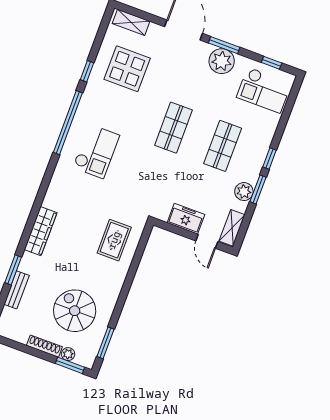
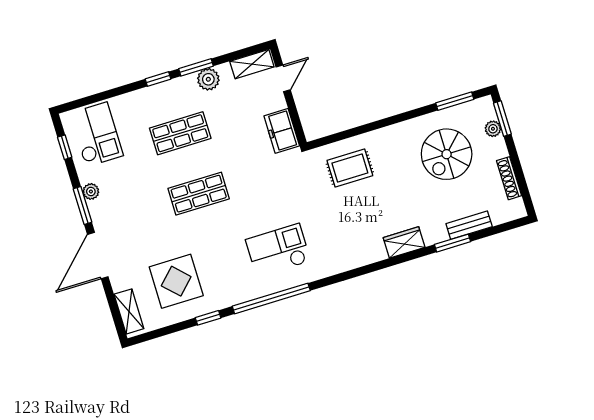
plant: (222, 61) -> (91, 191), width x0.53, depth x0.53
freezer: (186, 219) -> (282, 131), moved
wardrobe: (41, 231) -> (404, 242), width x0.67
shoe rack: (44, 346) -> (509, 178), moved

